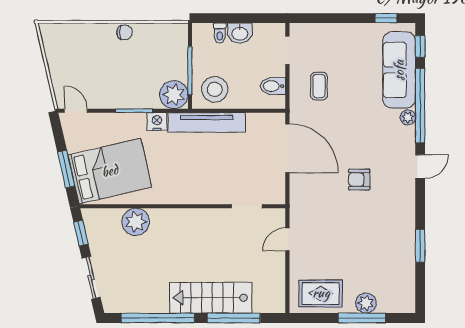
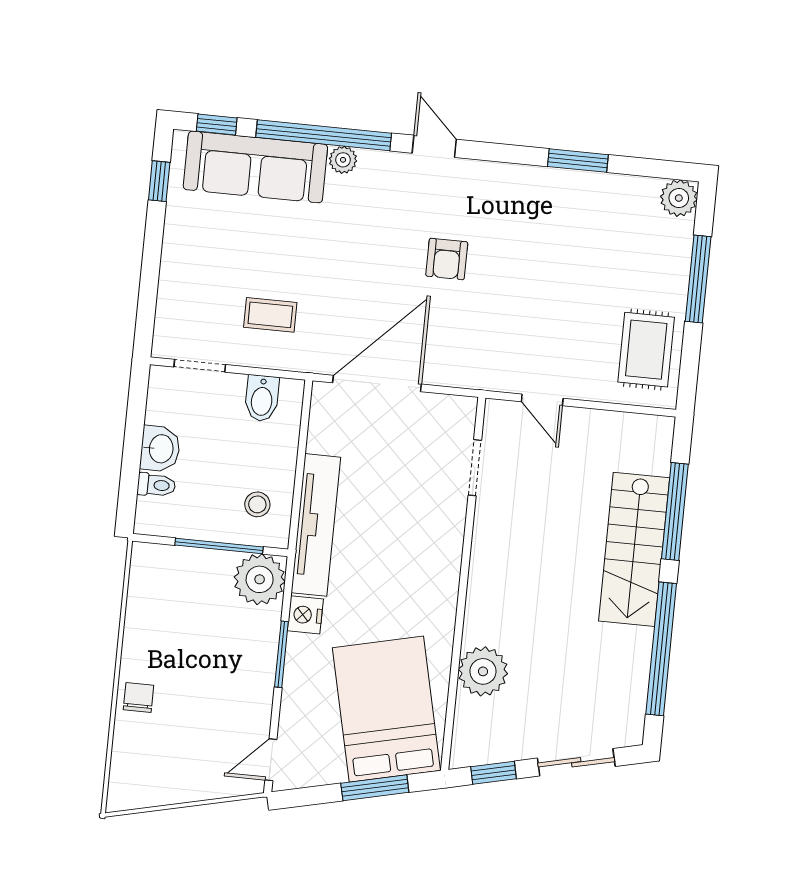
chair: (124, 32) -> (138, 698), moved
stool: (215, 89) -> (257, 504), width x0.53, depth x0.53
plant: (366, 303) -> (679, 198), moved

